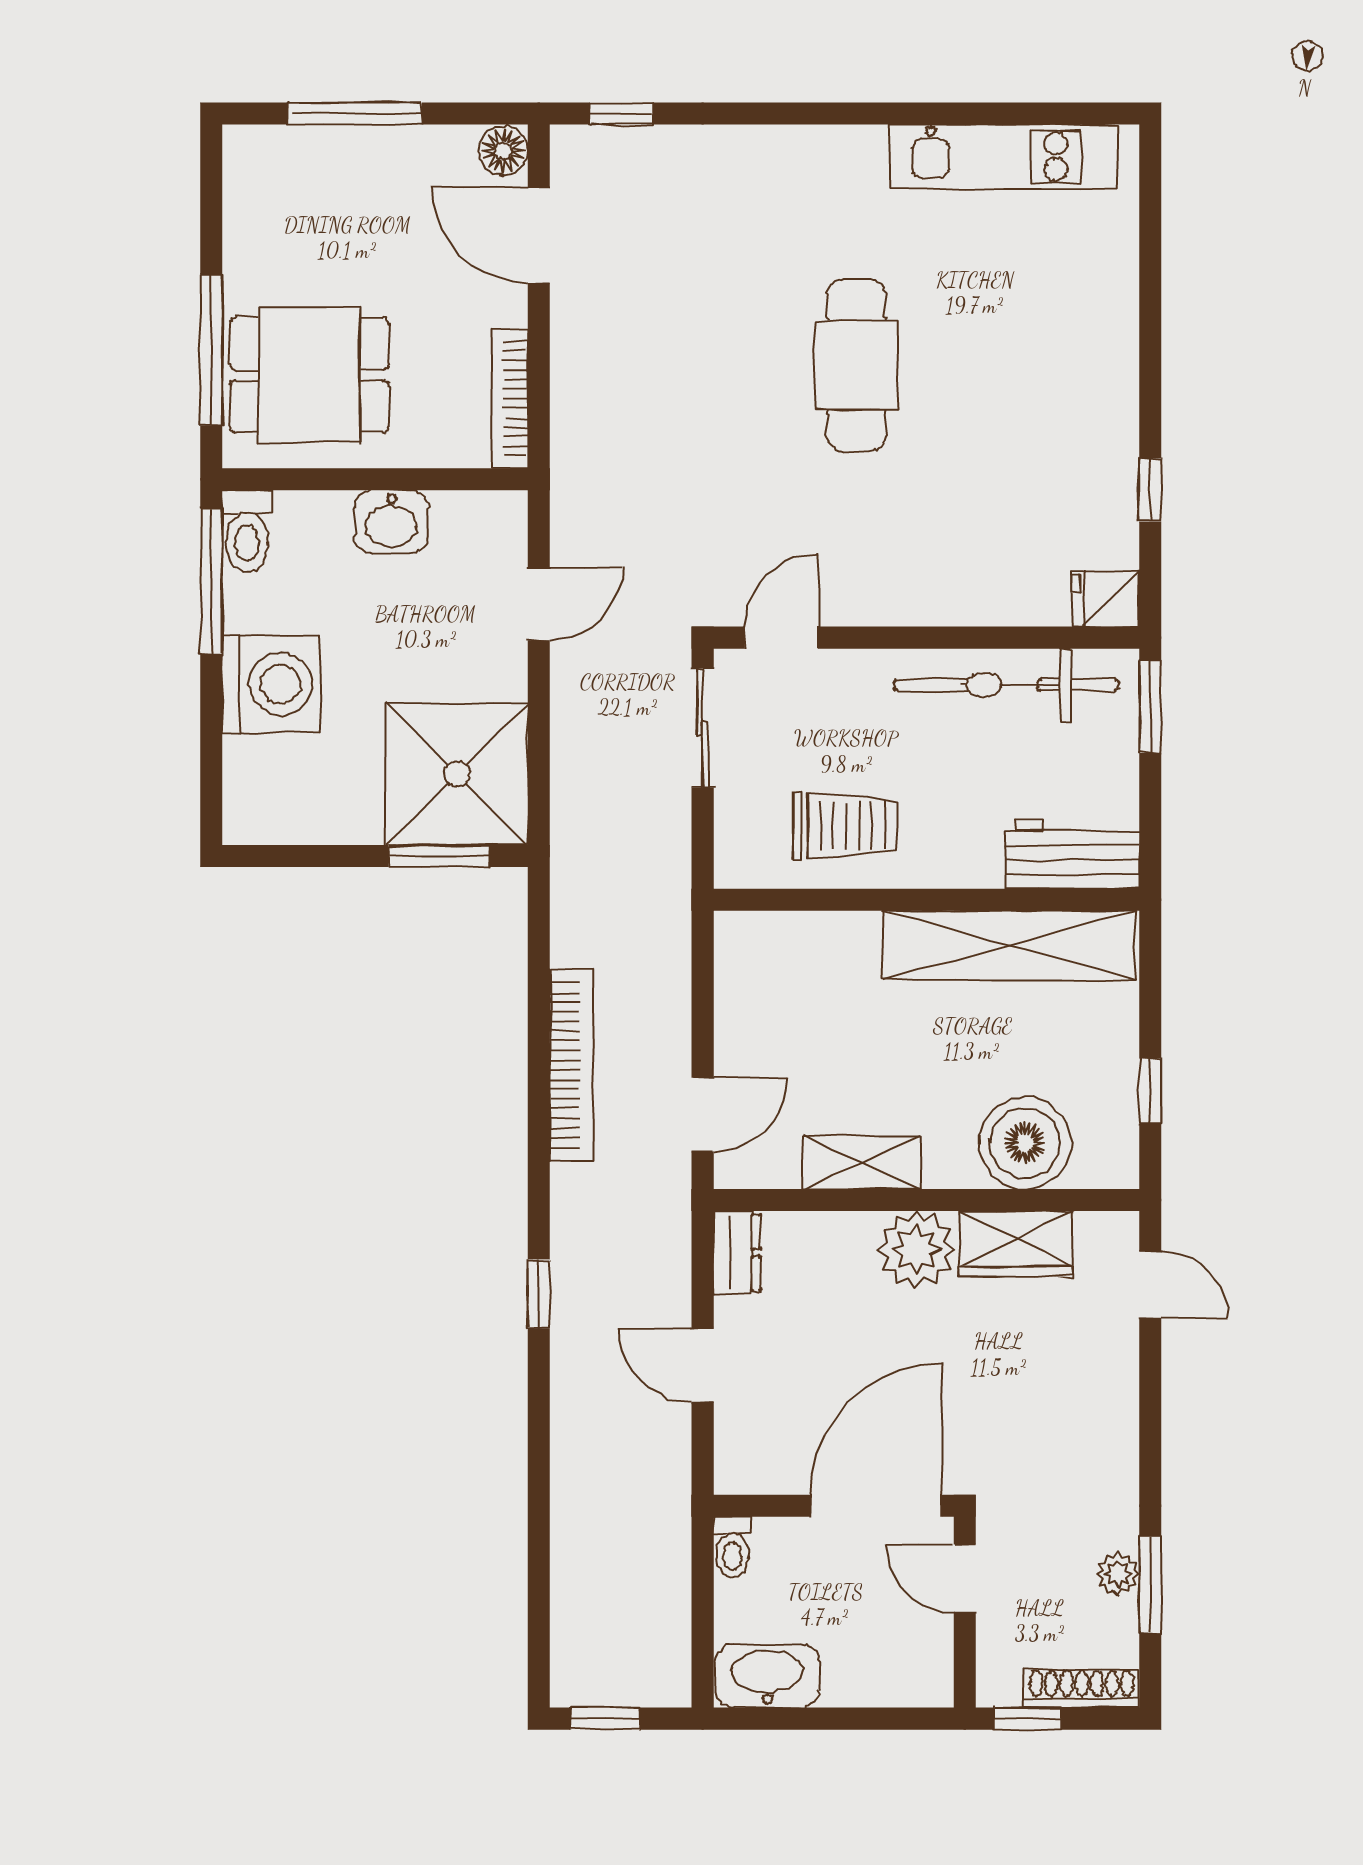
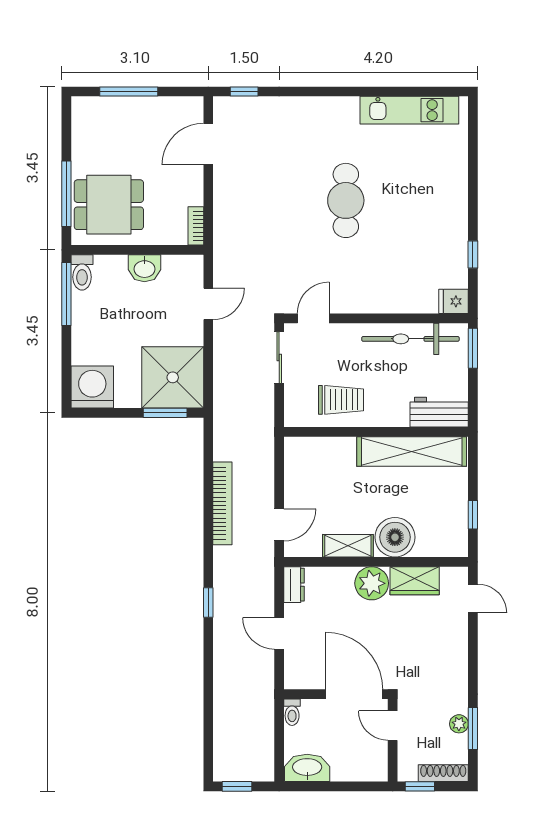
floor lamp: (503, 151) -> (193, 108), removed
door: (539, 235) -> (208, 144), hinge flipped
bookcase: (510, 399) -> (196, 226), width x0.64
washing machine: (271, 684) -> (92, 387), moved, turned -90
boiler: (1025, 1143) -> (395, 537), moved
door: (876, 1506) -> (354, 694), hinge flipped

